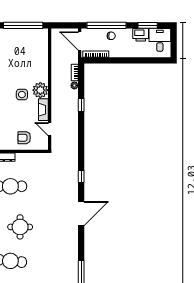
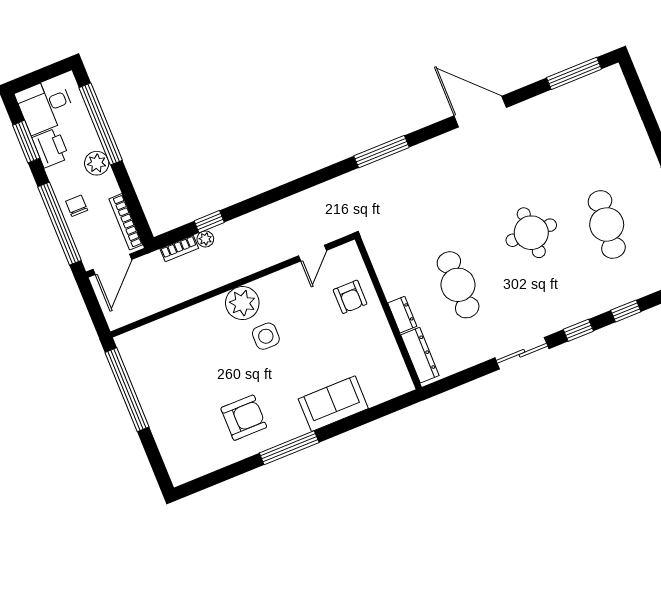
plant: (126, 52) -> (97, 163), added
window: (142, 60) -> (101, 124), added
window: (81, 105) -> (209, 222), moved
fireplace: (43, 110) -> (279, 281), removed
window: (81, 177) -> (381, 152), width x2.17
door: (81, 214) -> (480, 112), moved

